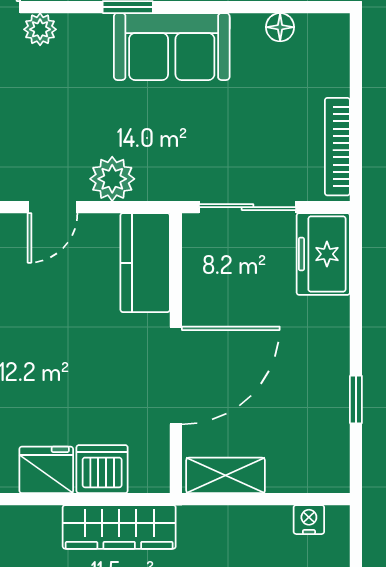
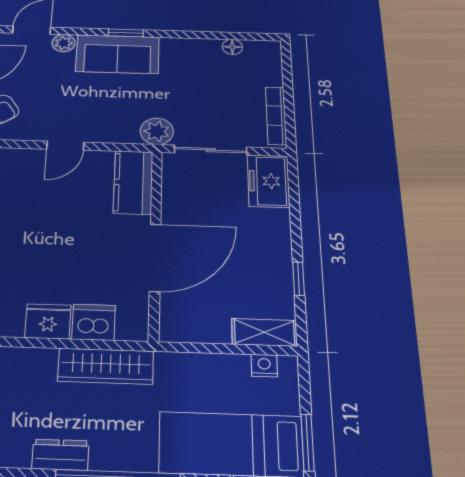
sofa: (172, 47) -> (117, 54), moved
plant: (112, 179) -> (157, 131), moved
shelving: (226, 475) -> (264, 332), moved

